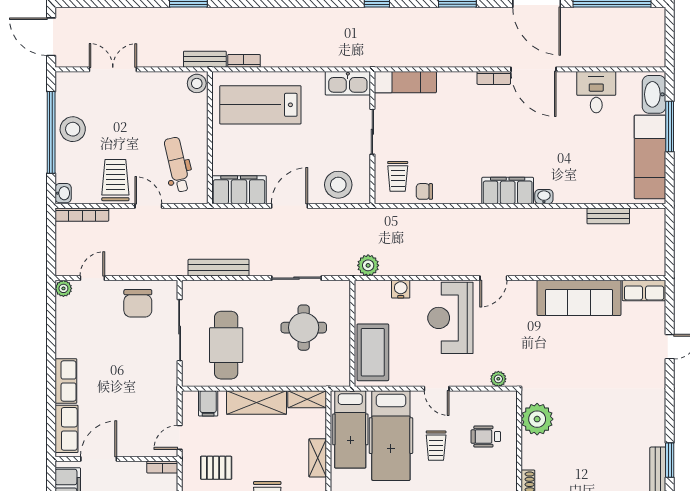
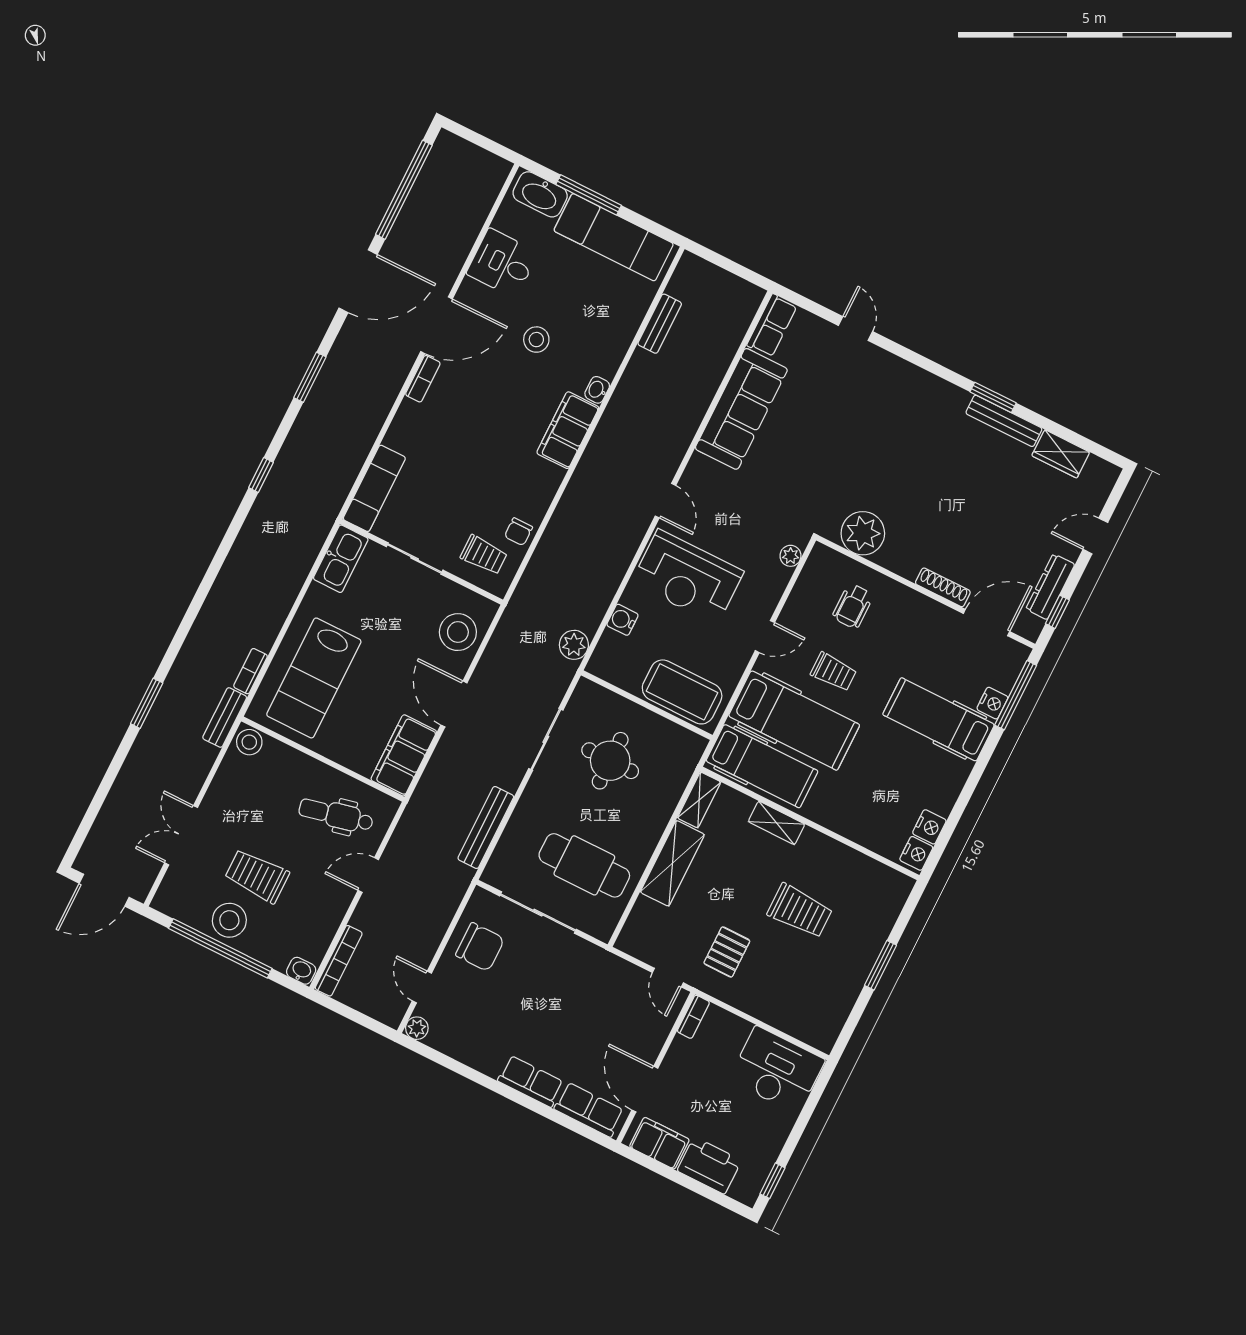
stool: (557, 140) -> (536, 340), added
trolley: (115, 180) -> (257, 876), moved
filing cabinet: (208, 403) -> (644, 923), removed

